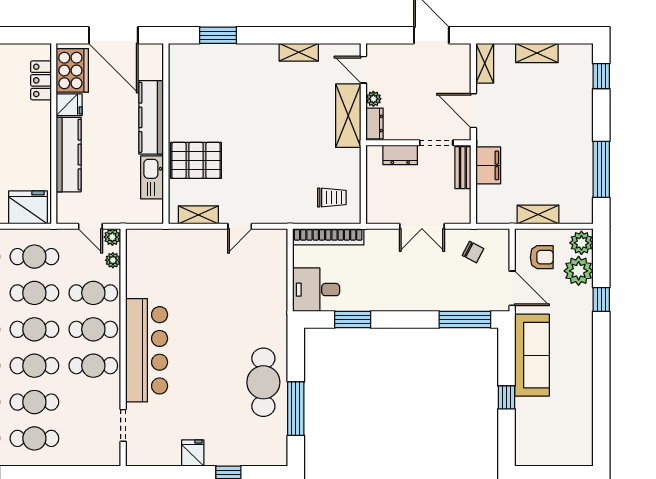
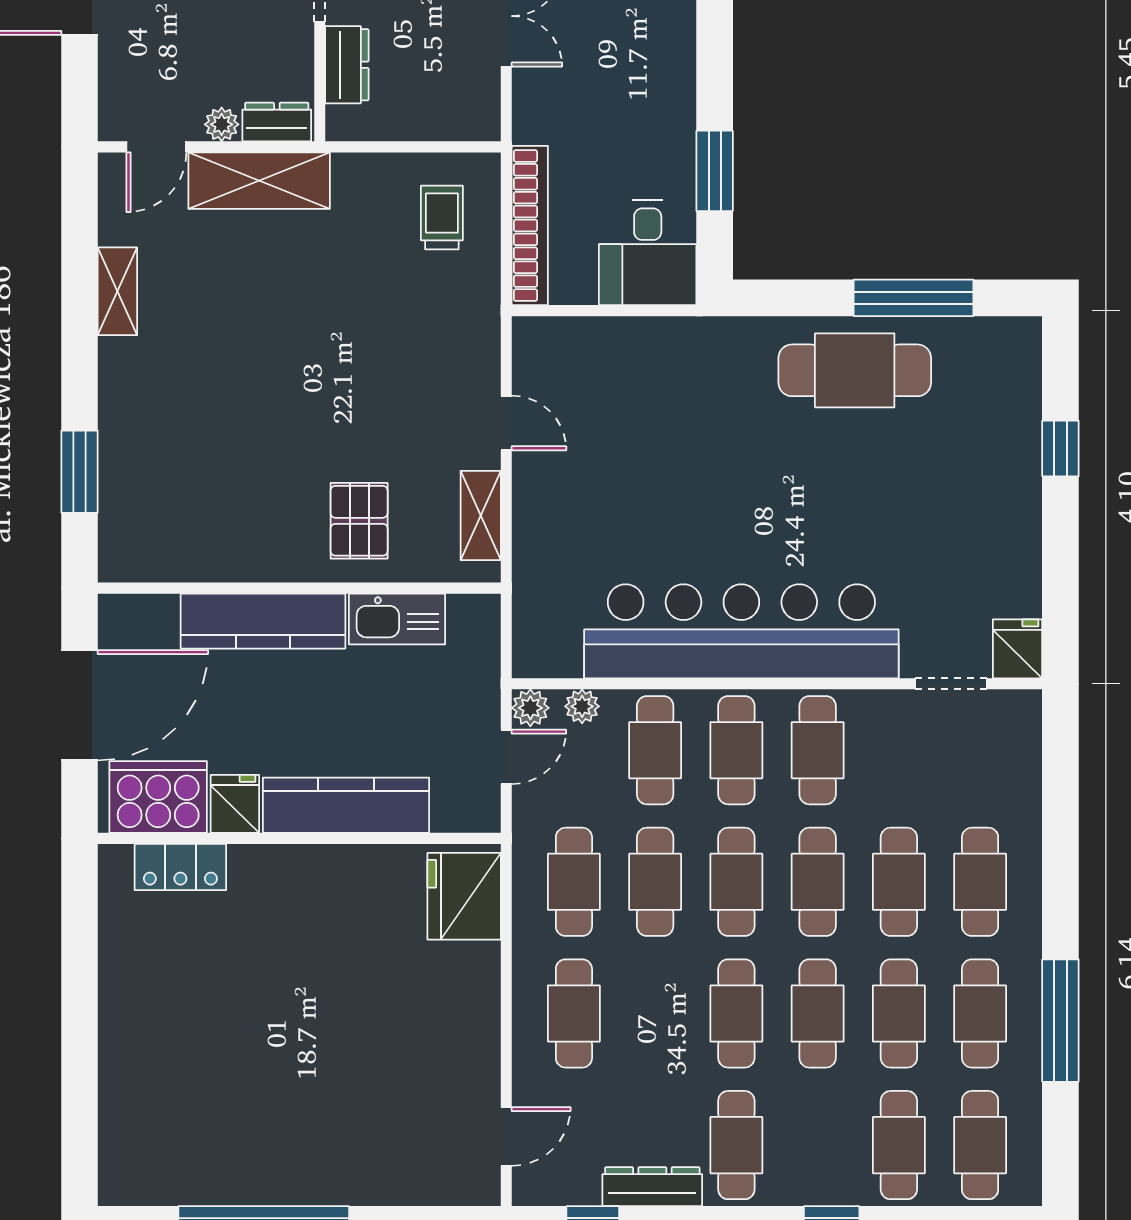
pallet: (196, 160) -> (359, 521), width x0.67, depth x0.71
bar counter: (147, 350) -> (741, 631), width x1.36
fridge: (193, 453) -> (1018, 649), moved, turned 90

